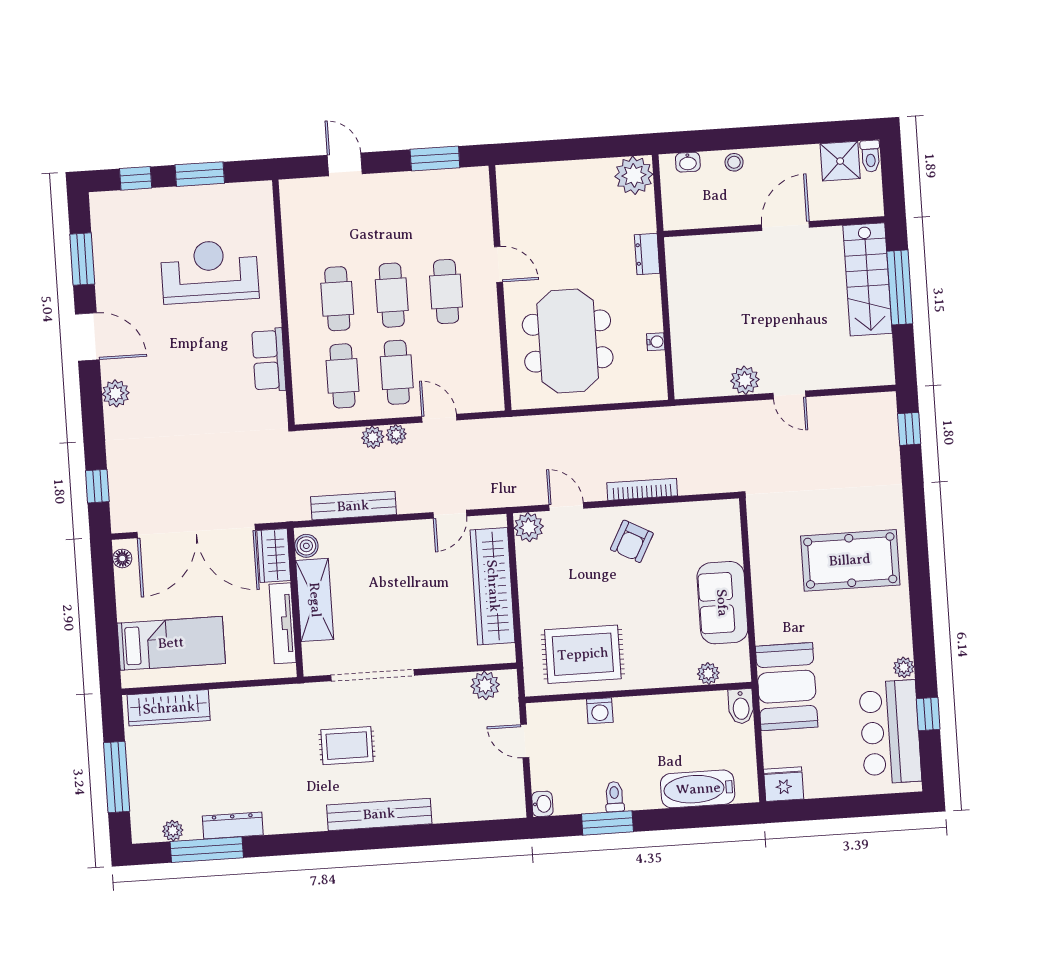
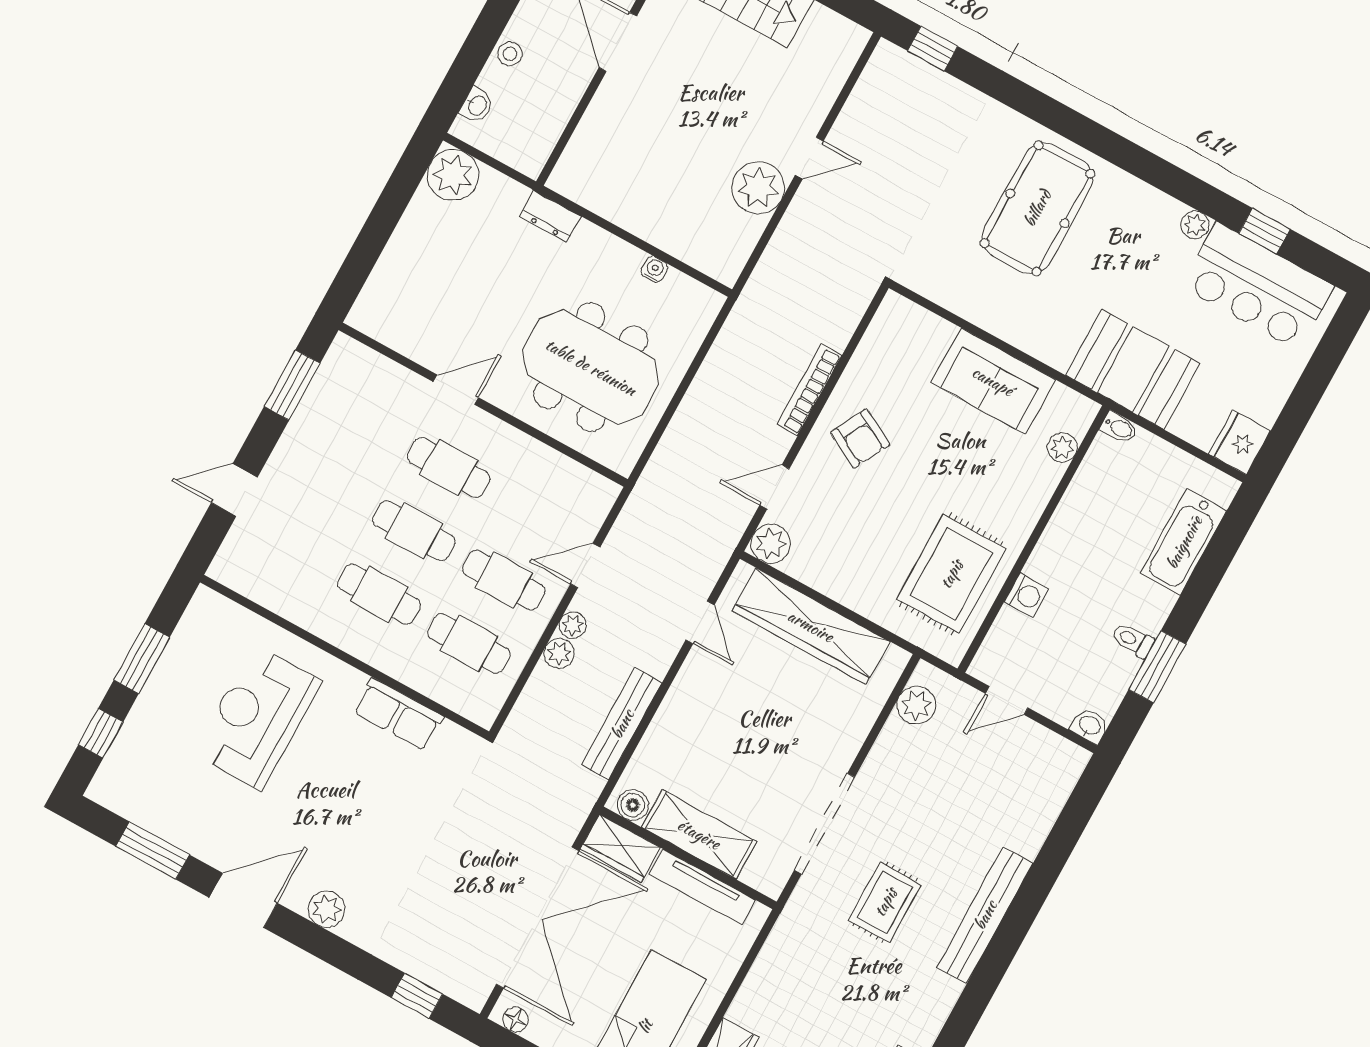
plant: (745, 380) -> (758, 188), width x1.36, depth x1.36
bidet: (741, 706) -> (1119, 428), width x0.72, depth x0.74

